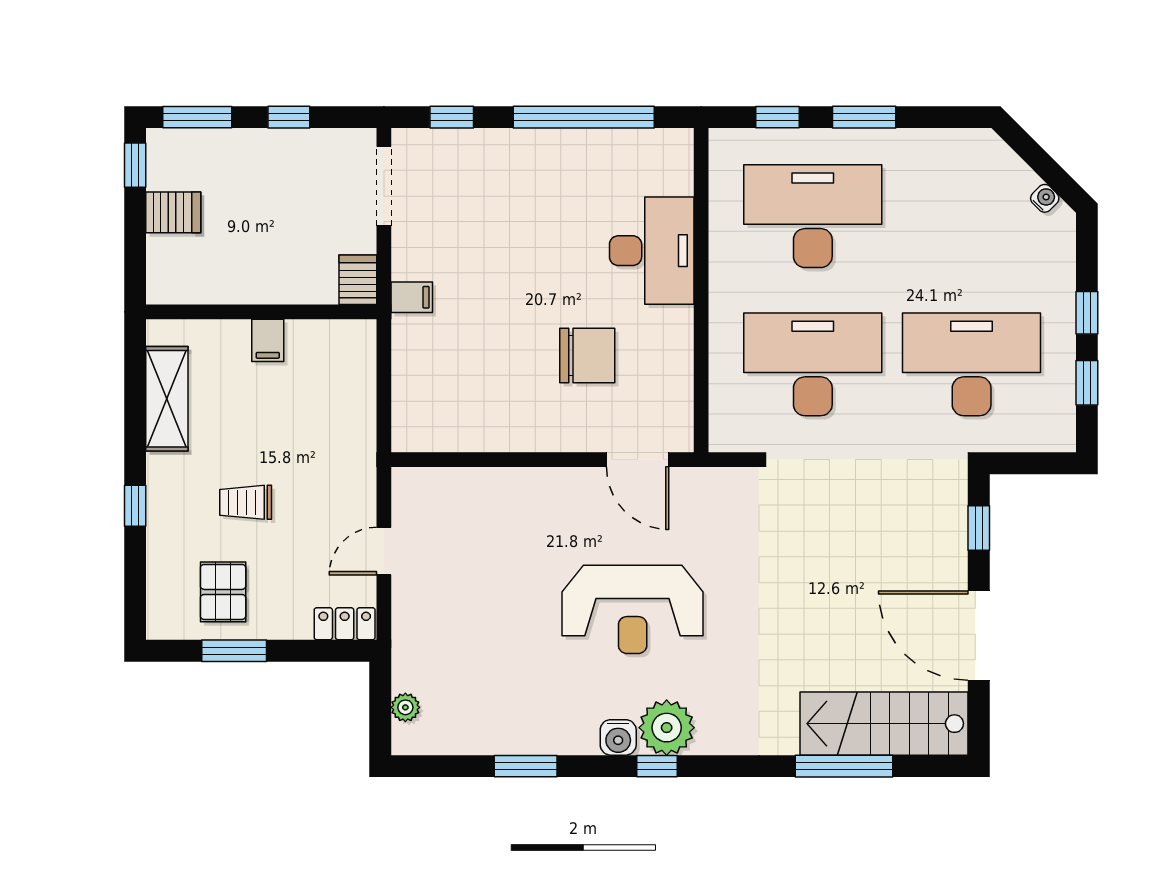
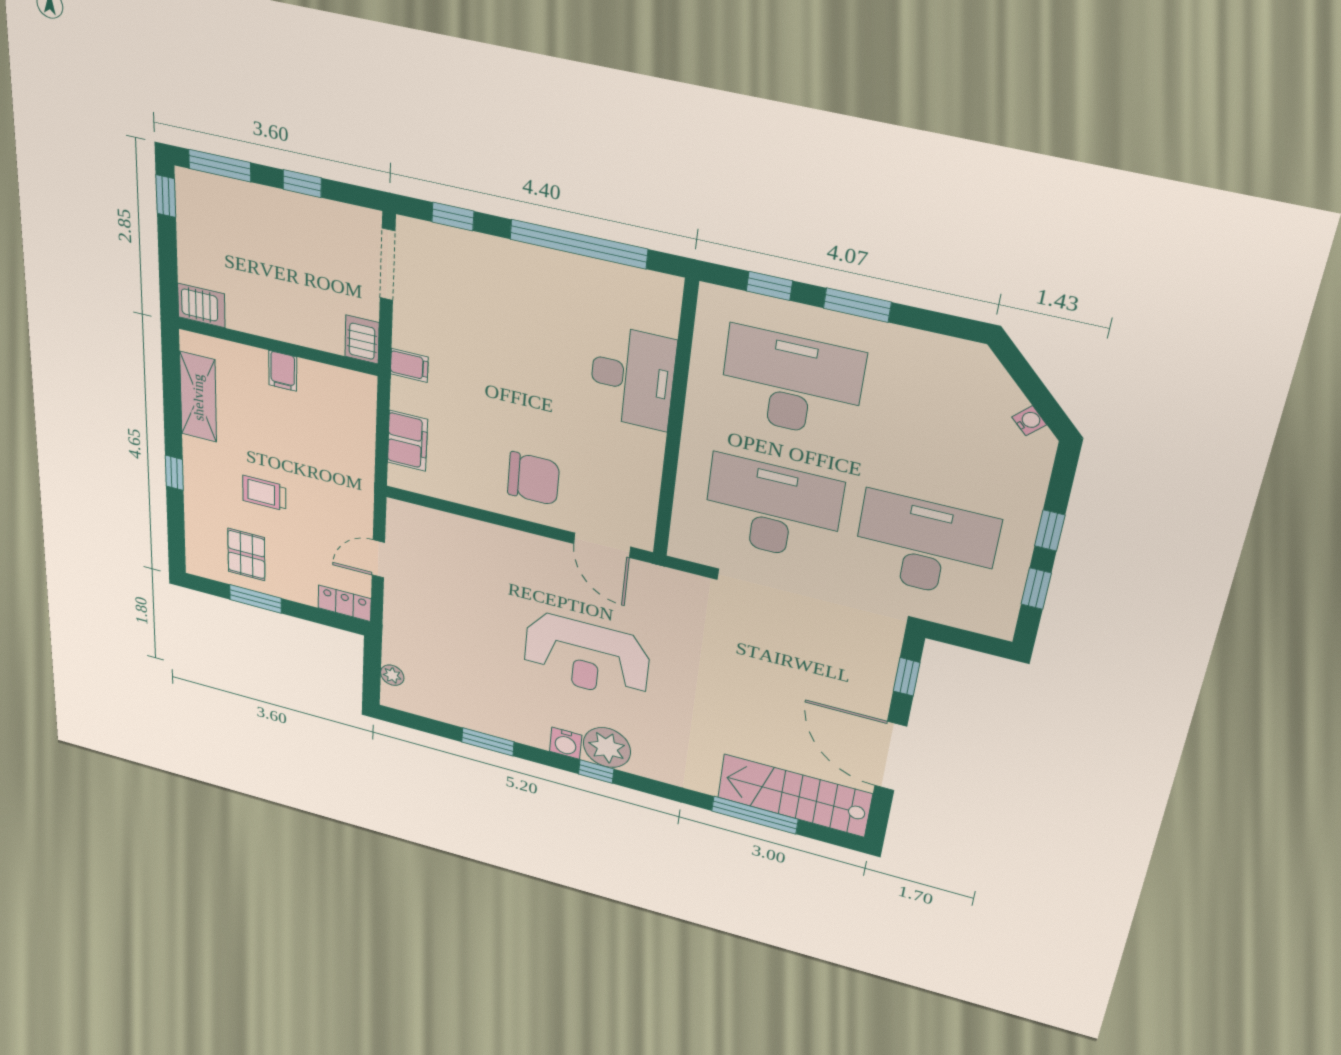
server rack: (173, 212) -> (201, 305), moved
chair: (587, 356) -> (533, 479), moved
filing cabinet: (413, 389) -> (407, 441), added

